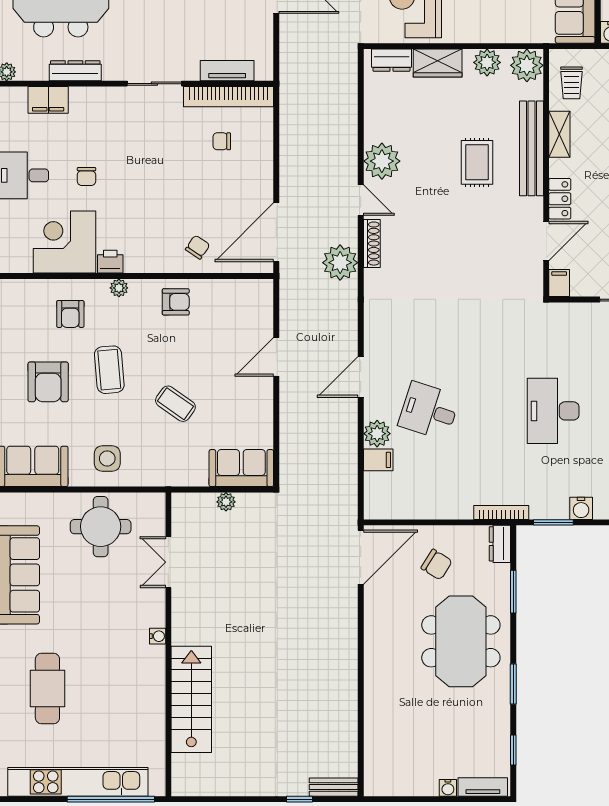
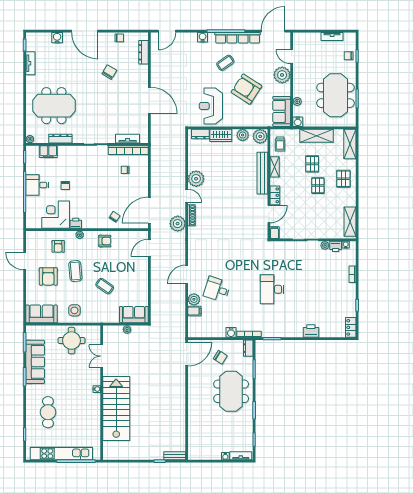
rug: (477, 162) -> (238, 179), removed
door: (276, 357) -> (149, 248), moved
water cooler: (581, 508) -> (231, 332), moved
stairs: (191, 699) -> (116, 408), width x1.36, depth x1.51

